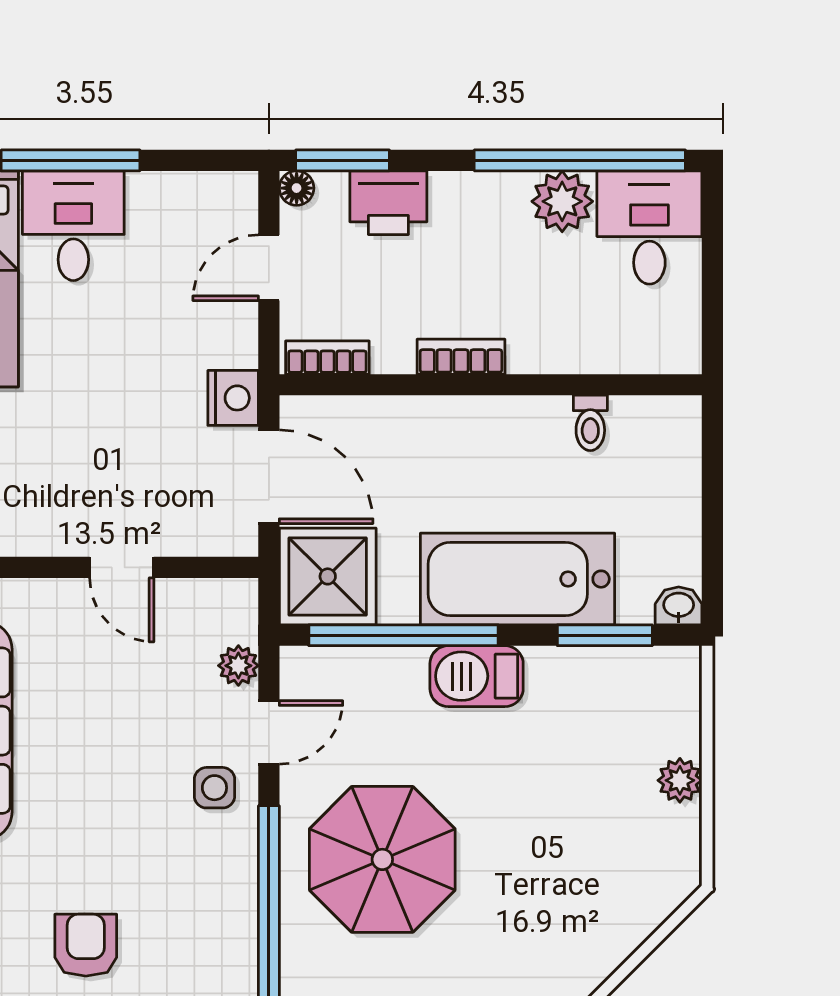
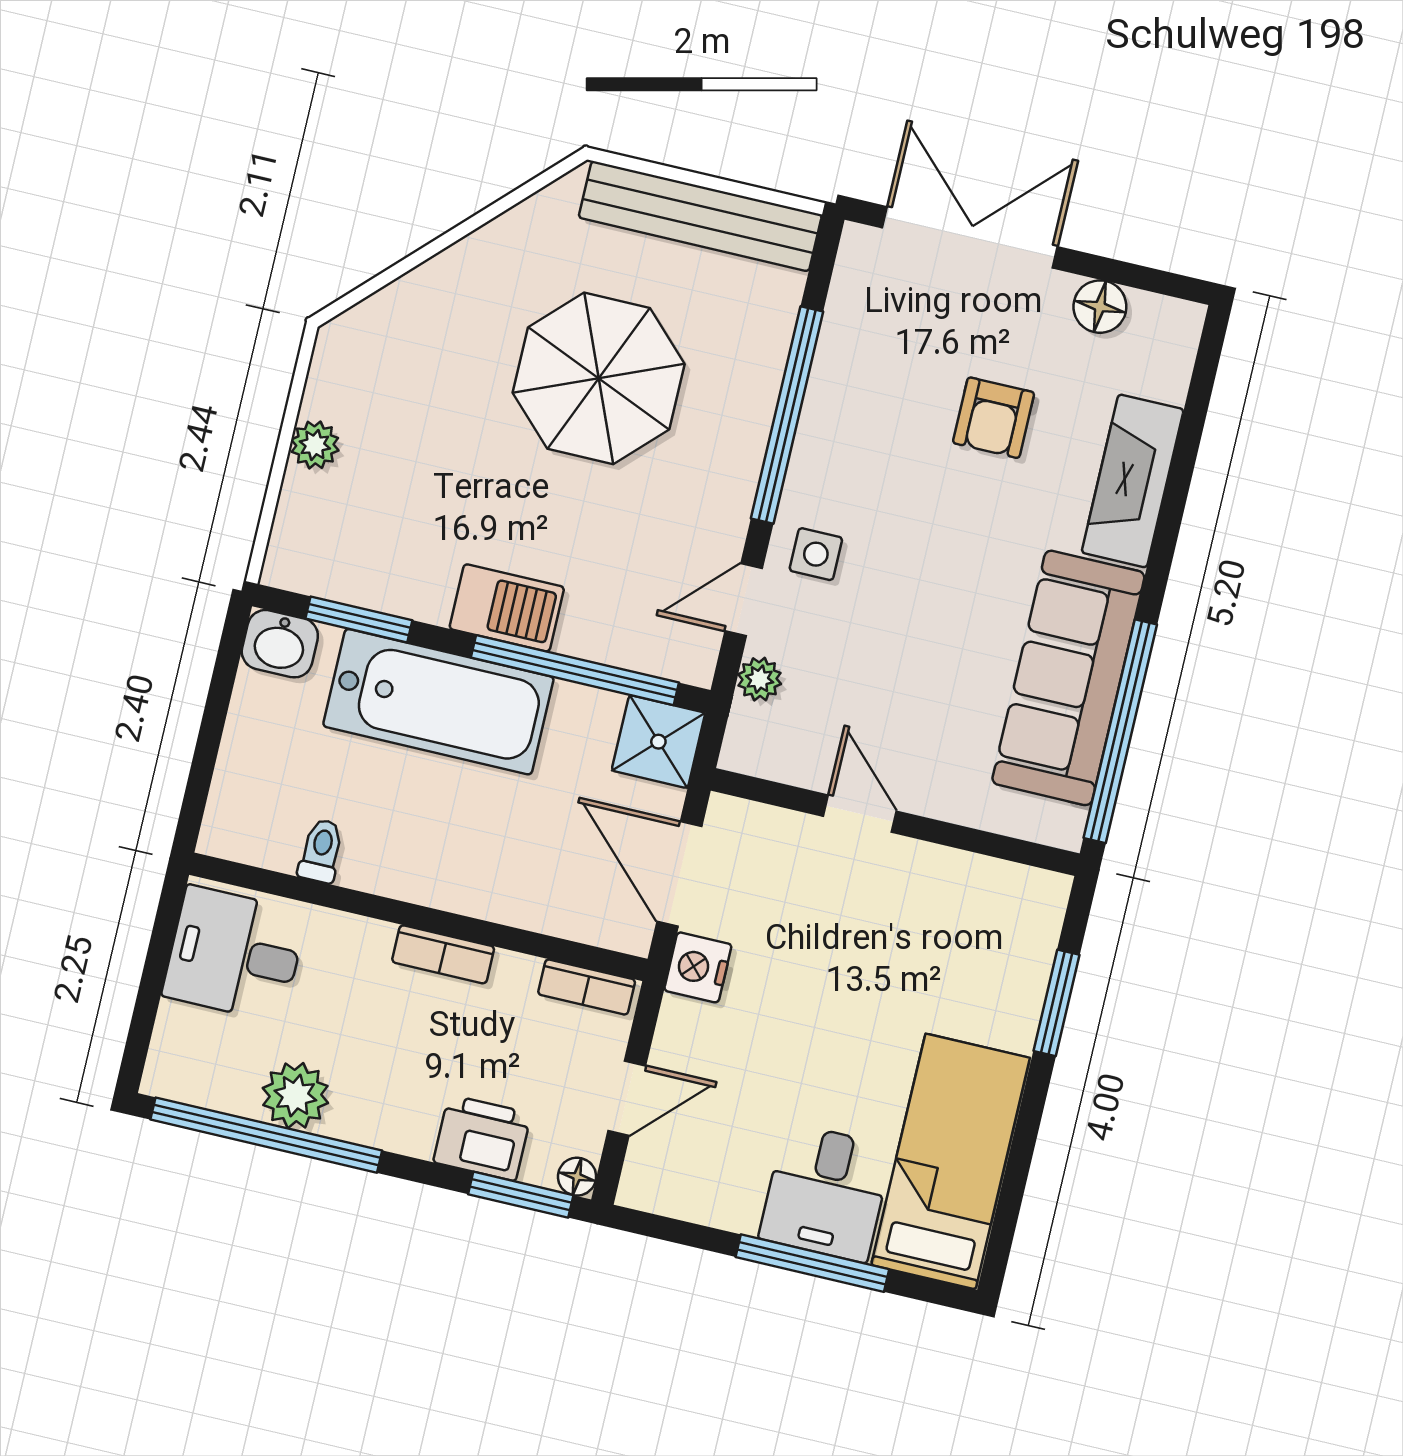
desk: (649, 227) -> (235, 954), moved, turned 90
shower: (328, 576) -> (658, 742), width x0.73, depth x0.73
washbasin: (679, 606) -> (280, 644), width x1.38, depth x1.45
parasol: (382, 859) -> (599, 378), moved

